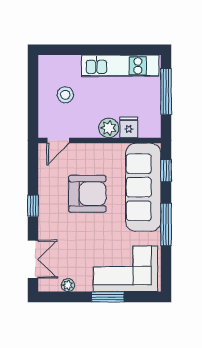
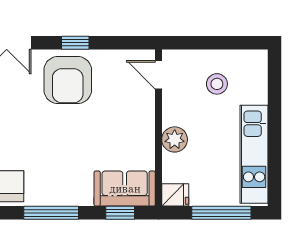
fridge: (129, 127) -> (175, 195), moved
sofa: (143, 187) -> (125, 189), width x0.54, depth x0.79
armchair: (87, 194) -> (68, 80), moved

